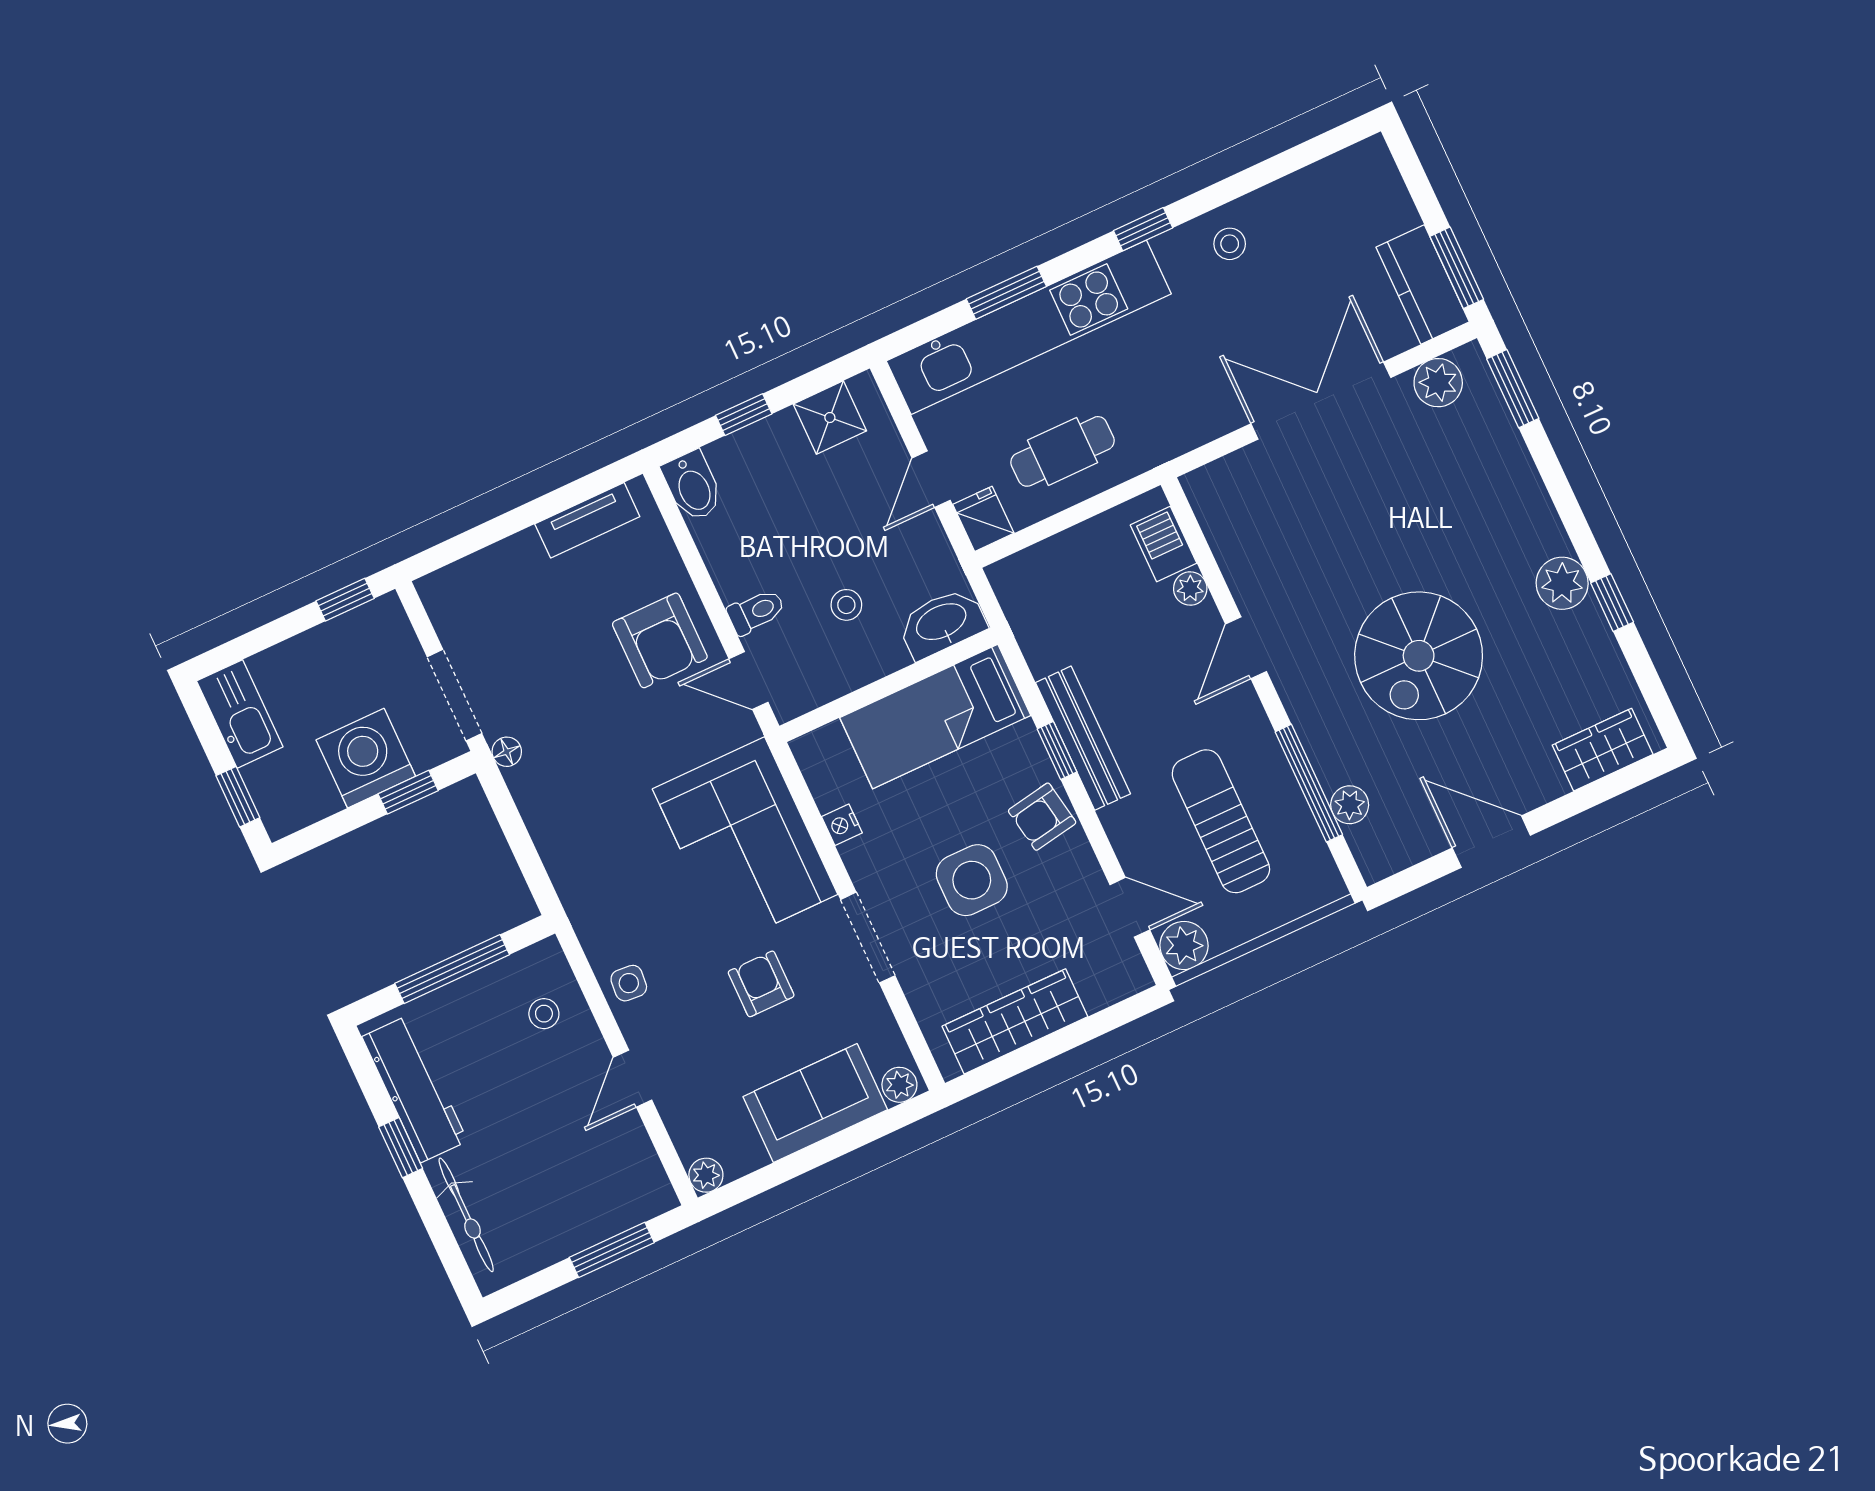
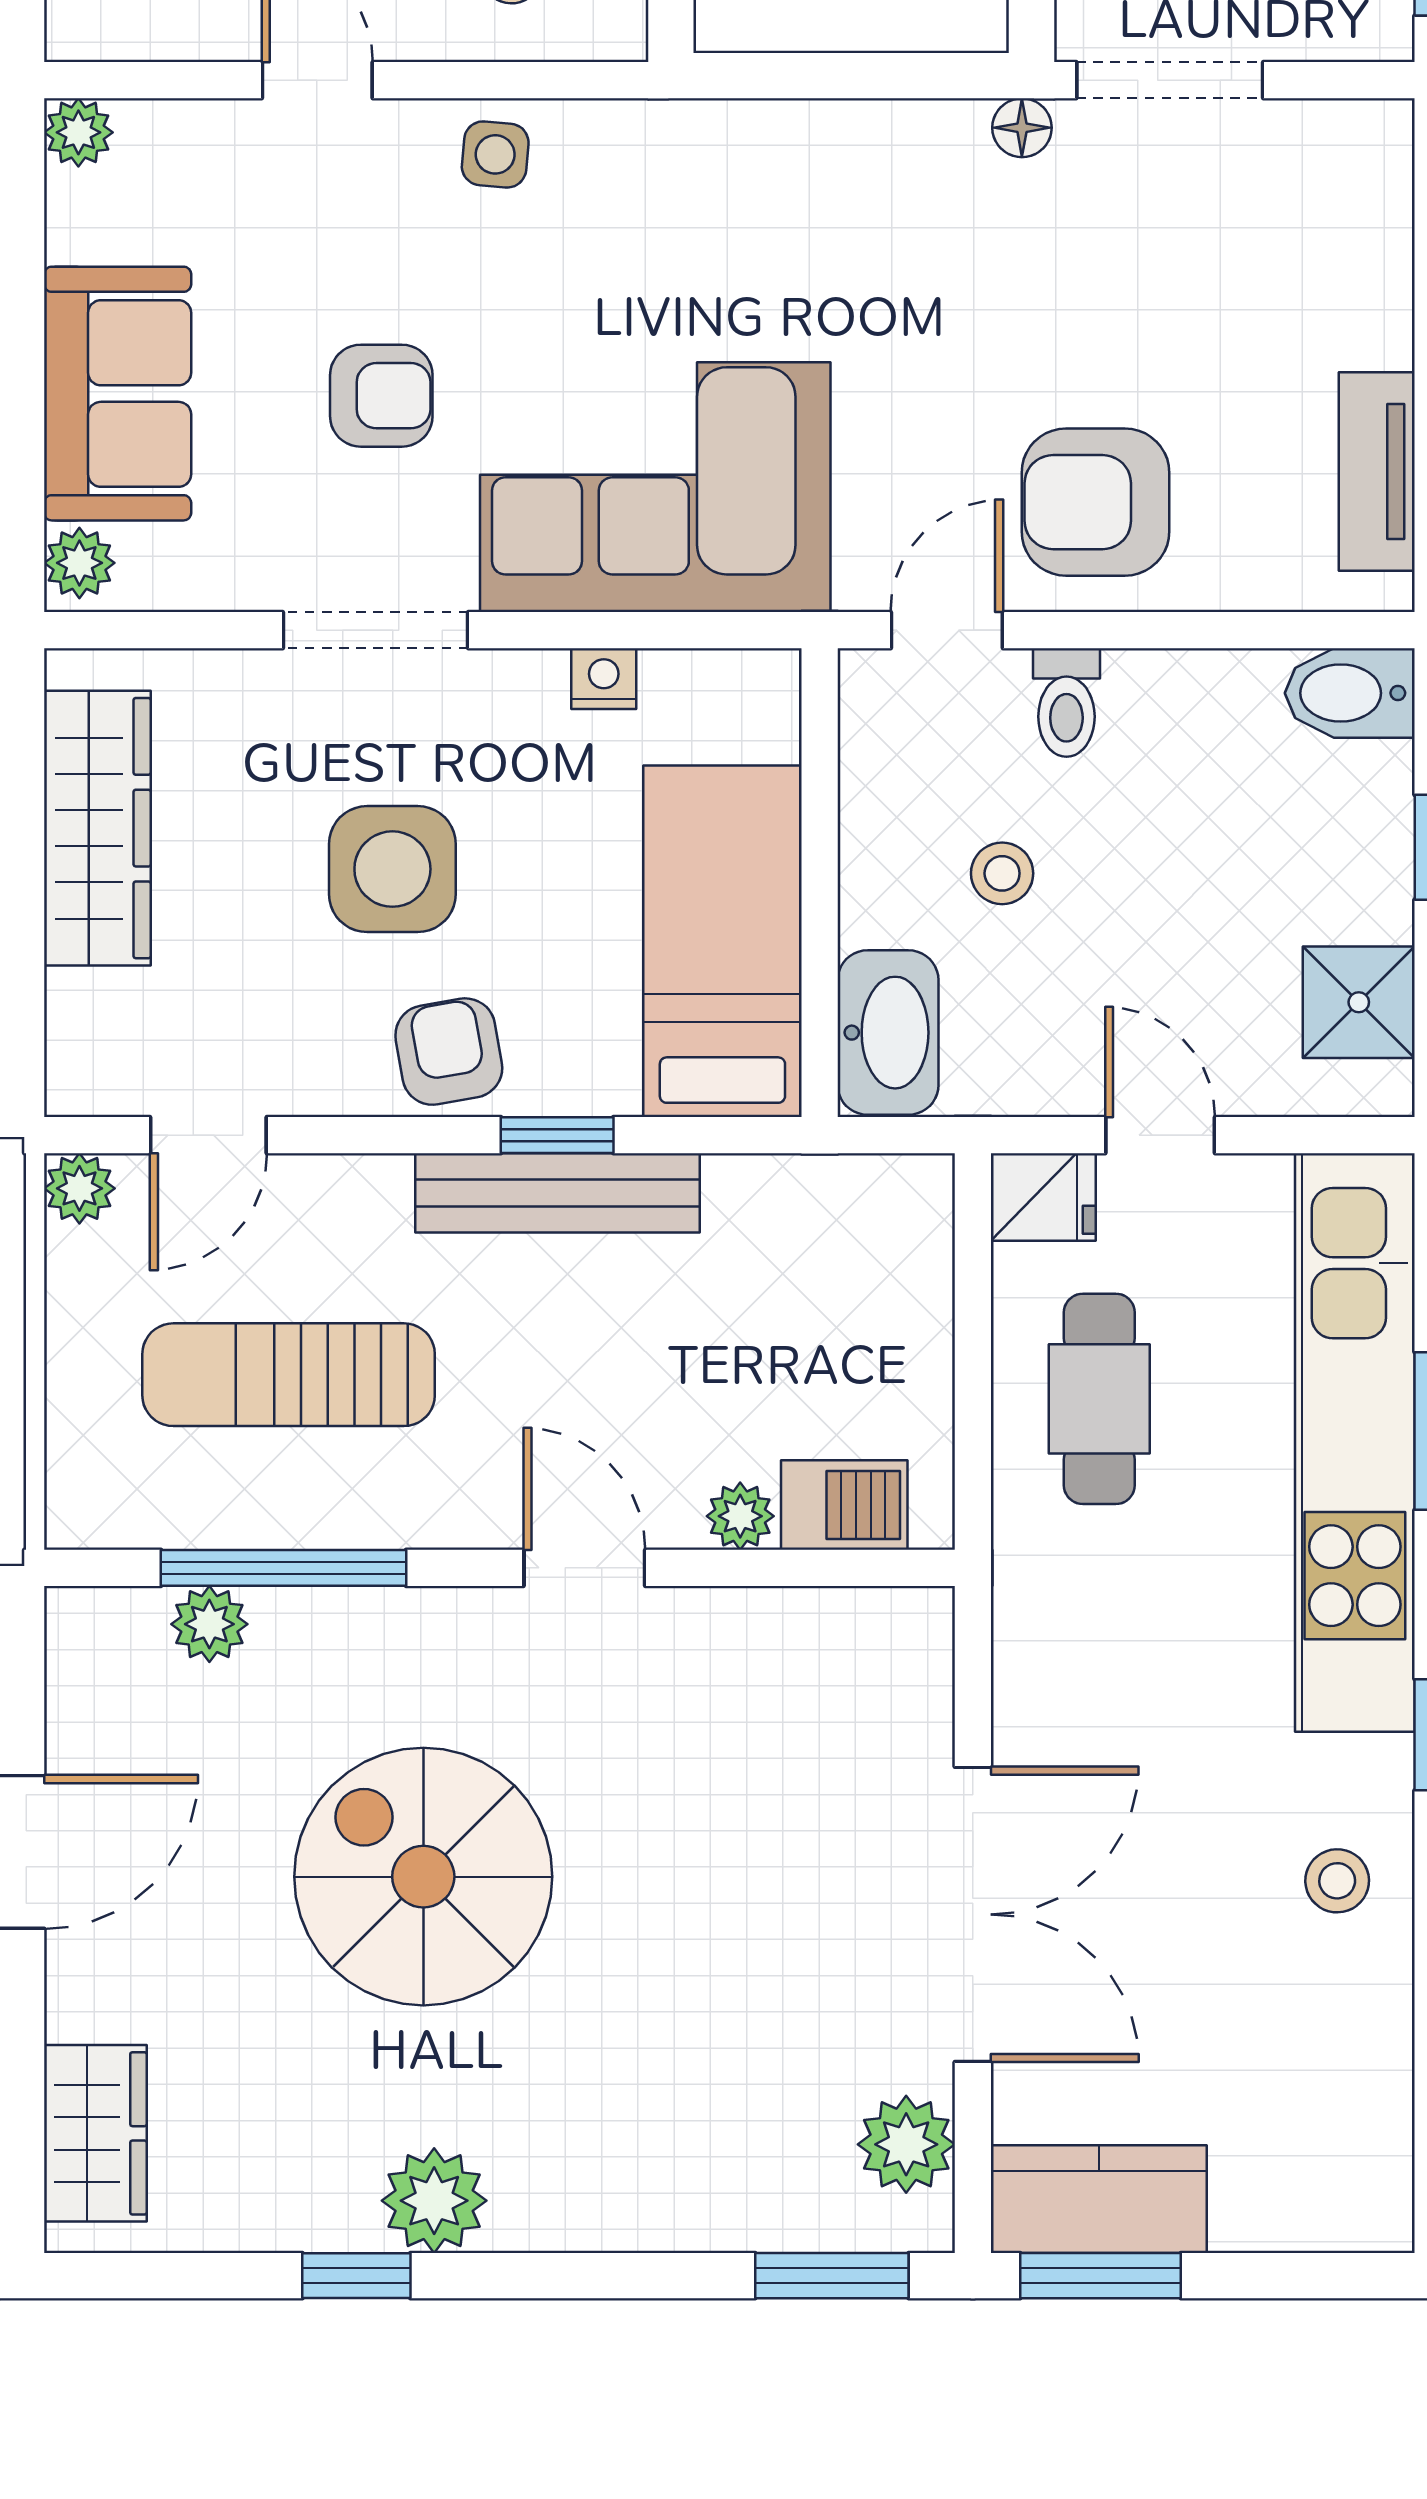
sun lounger: (1221, 821) -> (289, 1375), turned 180
plant: (1184, 945) -> (79, 1188), width x0.73, depth x0.73

